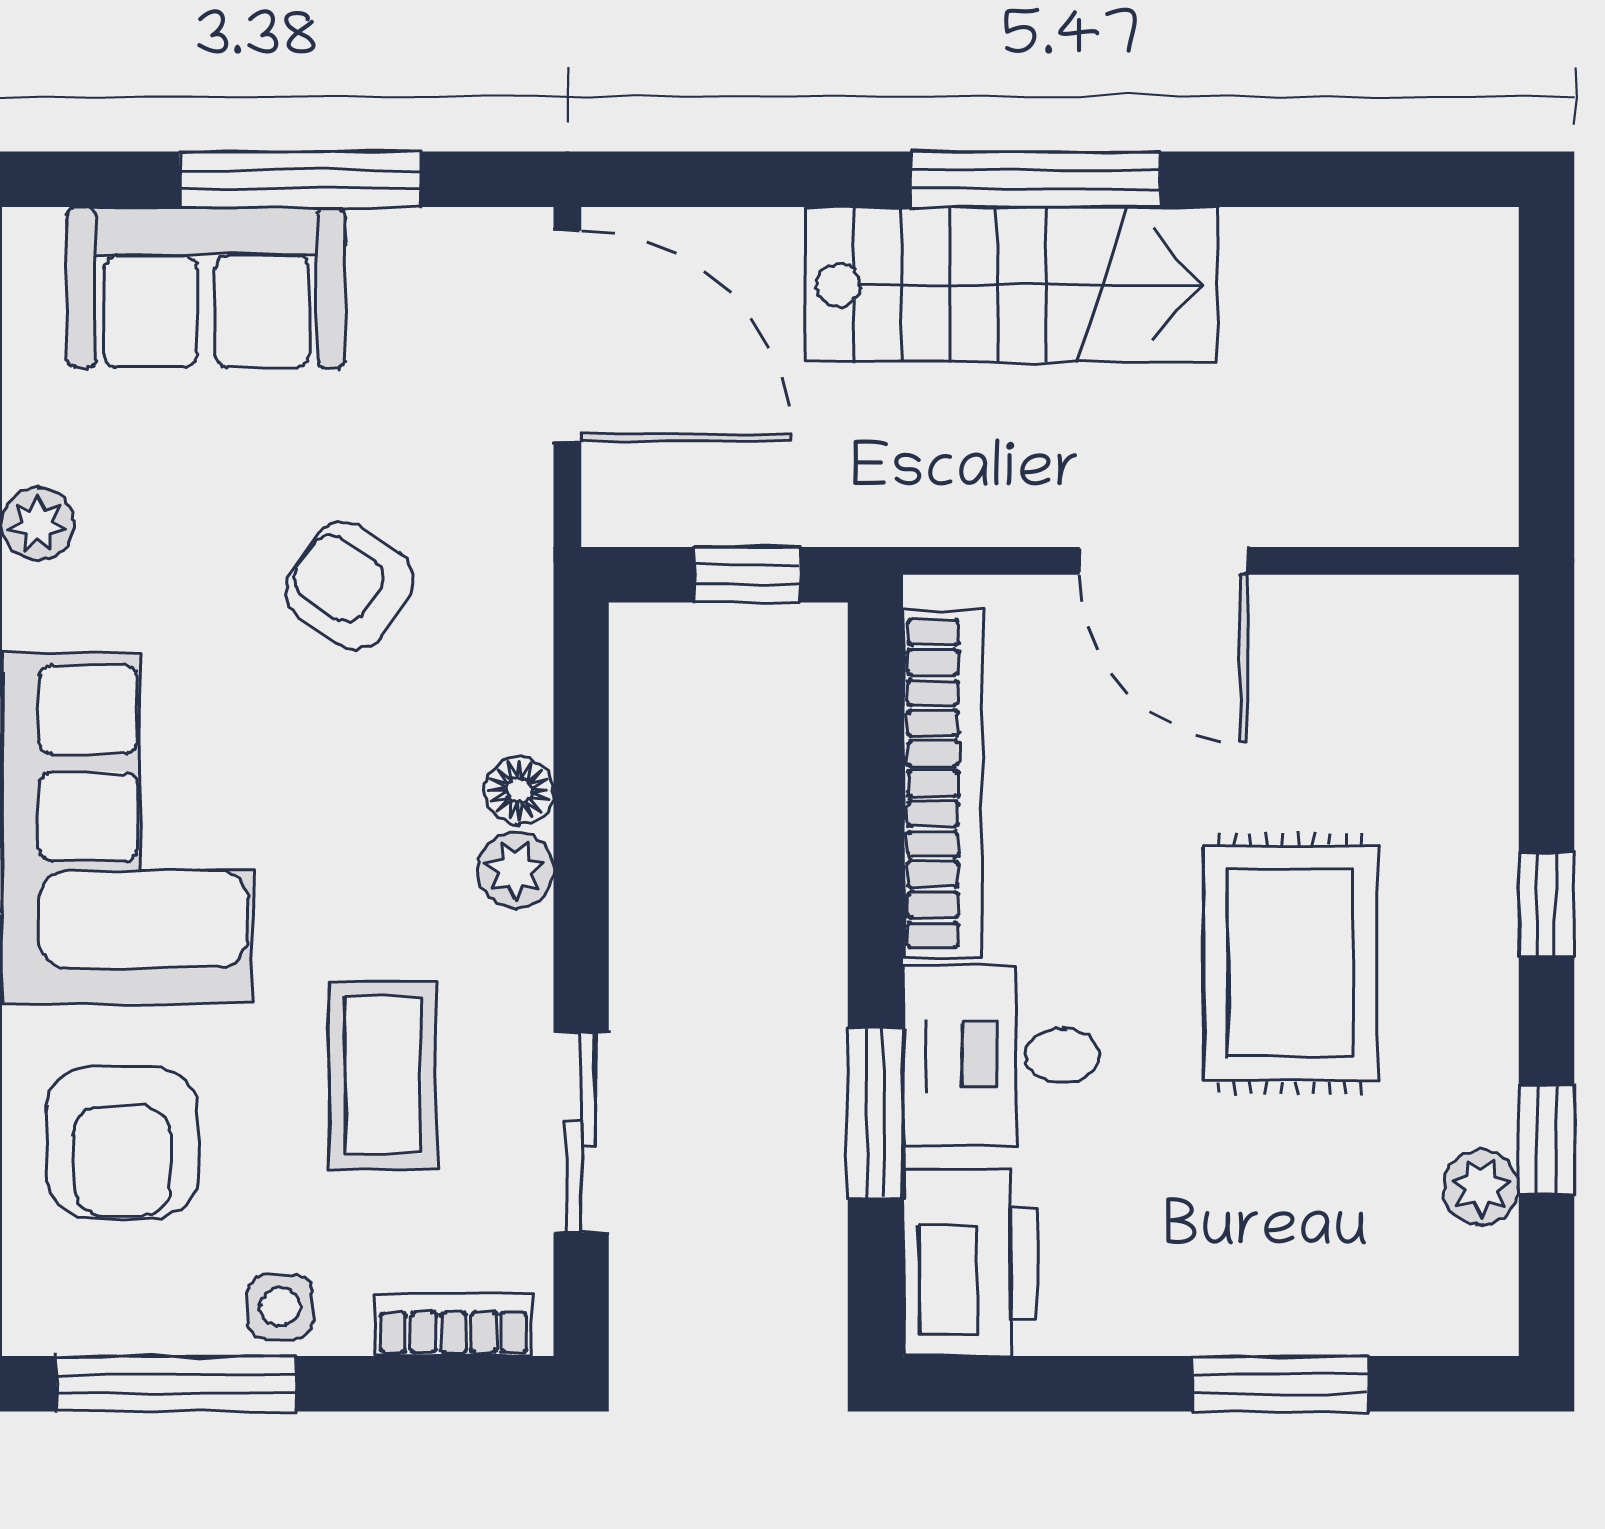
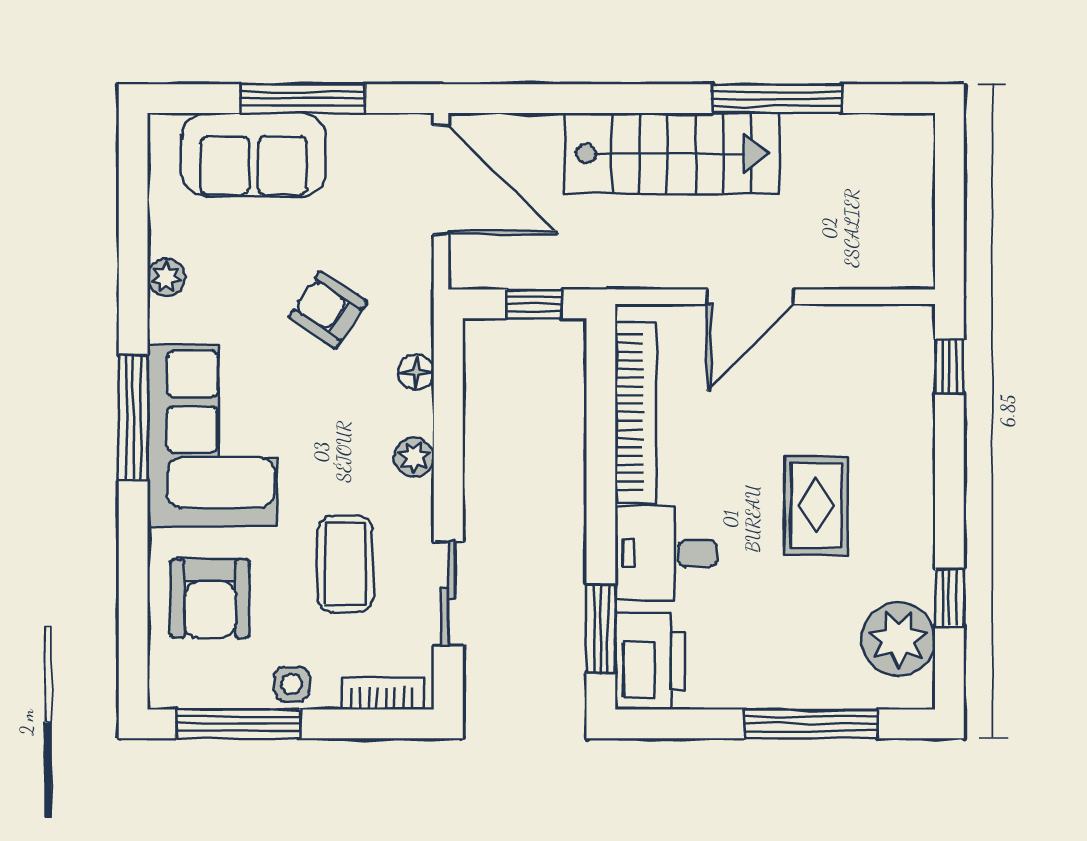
window: (1036, 179) -> (776, 99), moved
door: (1164, 561) -> (751, 297), hinge flipped
floor lamp: (519, 791) -> (416, 372), moved
window: (1547, 905) -> (949, 367), moved
rug: (1290, 963) -> (816, 506), width x0.73, depth x0.70
window: (875, 1114) -> (601, 629), moved
plant: (1481, 1188) -> (898, 639), width x1.88, depth x1.88
window: (1281, 1384) -> (811, 724), width x1.44

